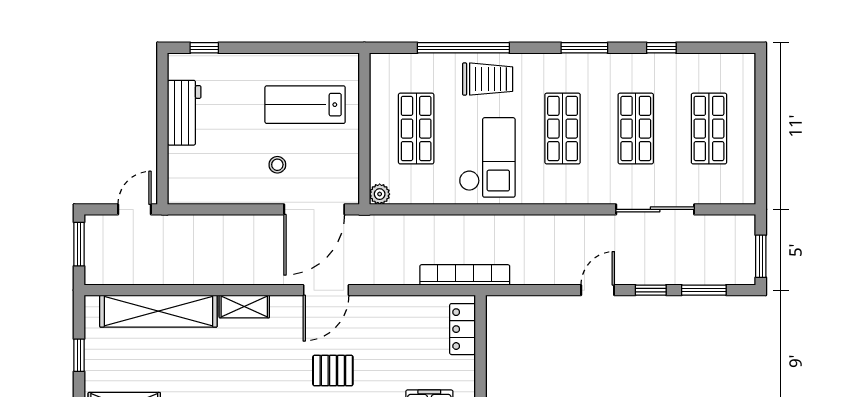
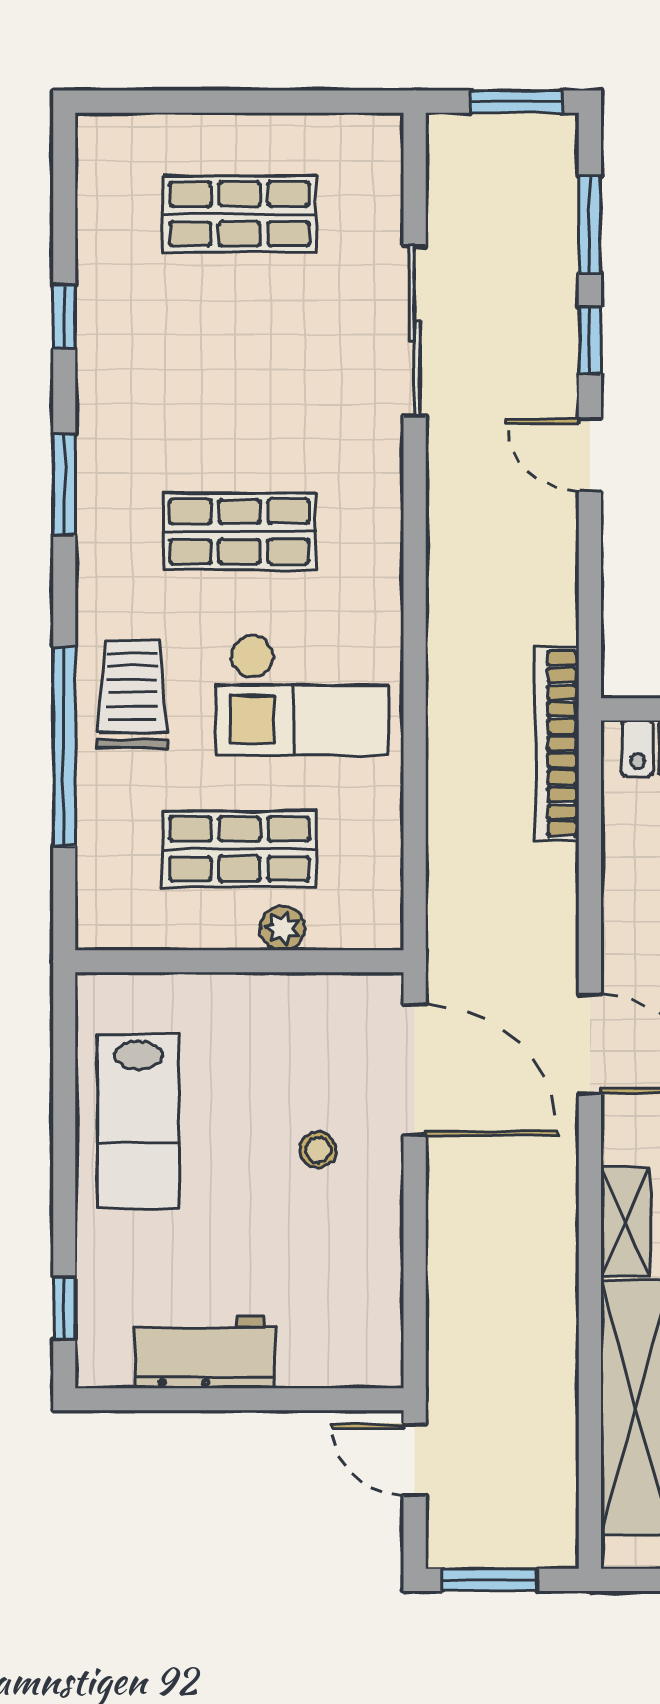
lab bench: (305, 105) -> (138, 1121), moved
shop shelf: (636, 129) -> (239, 373), removed
checkout: (487, 157) -> (302, 695), turned 180
plant: (380, 194) -> (282, 928), moved

